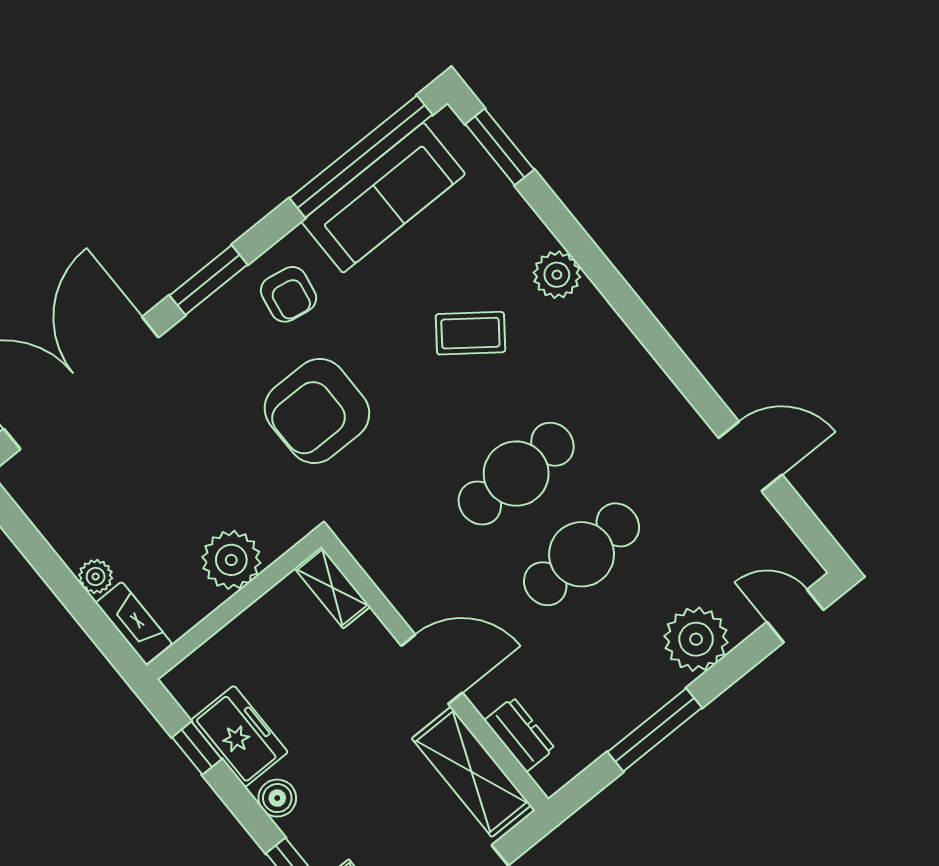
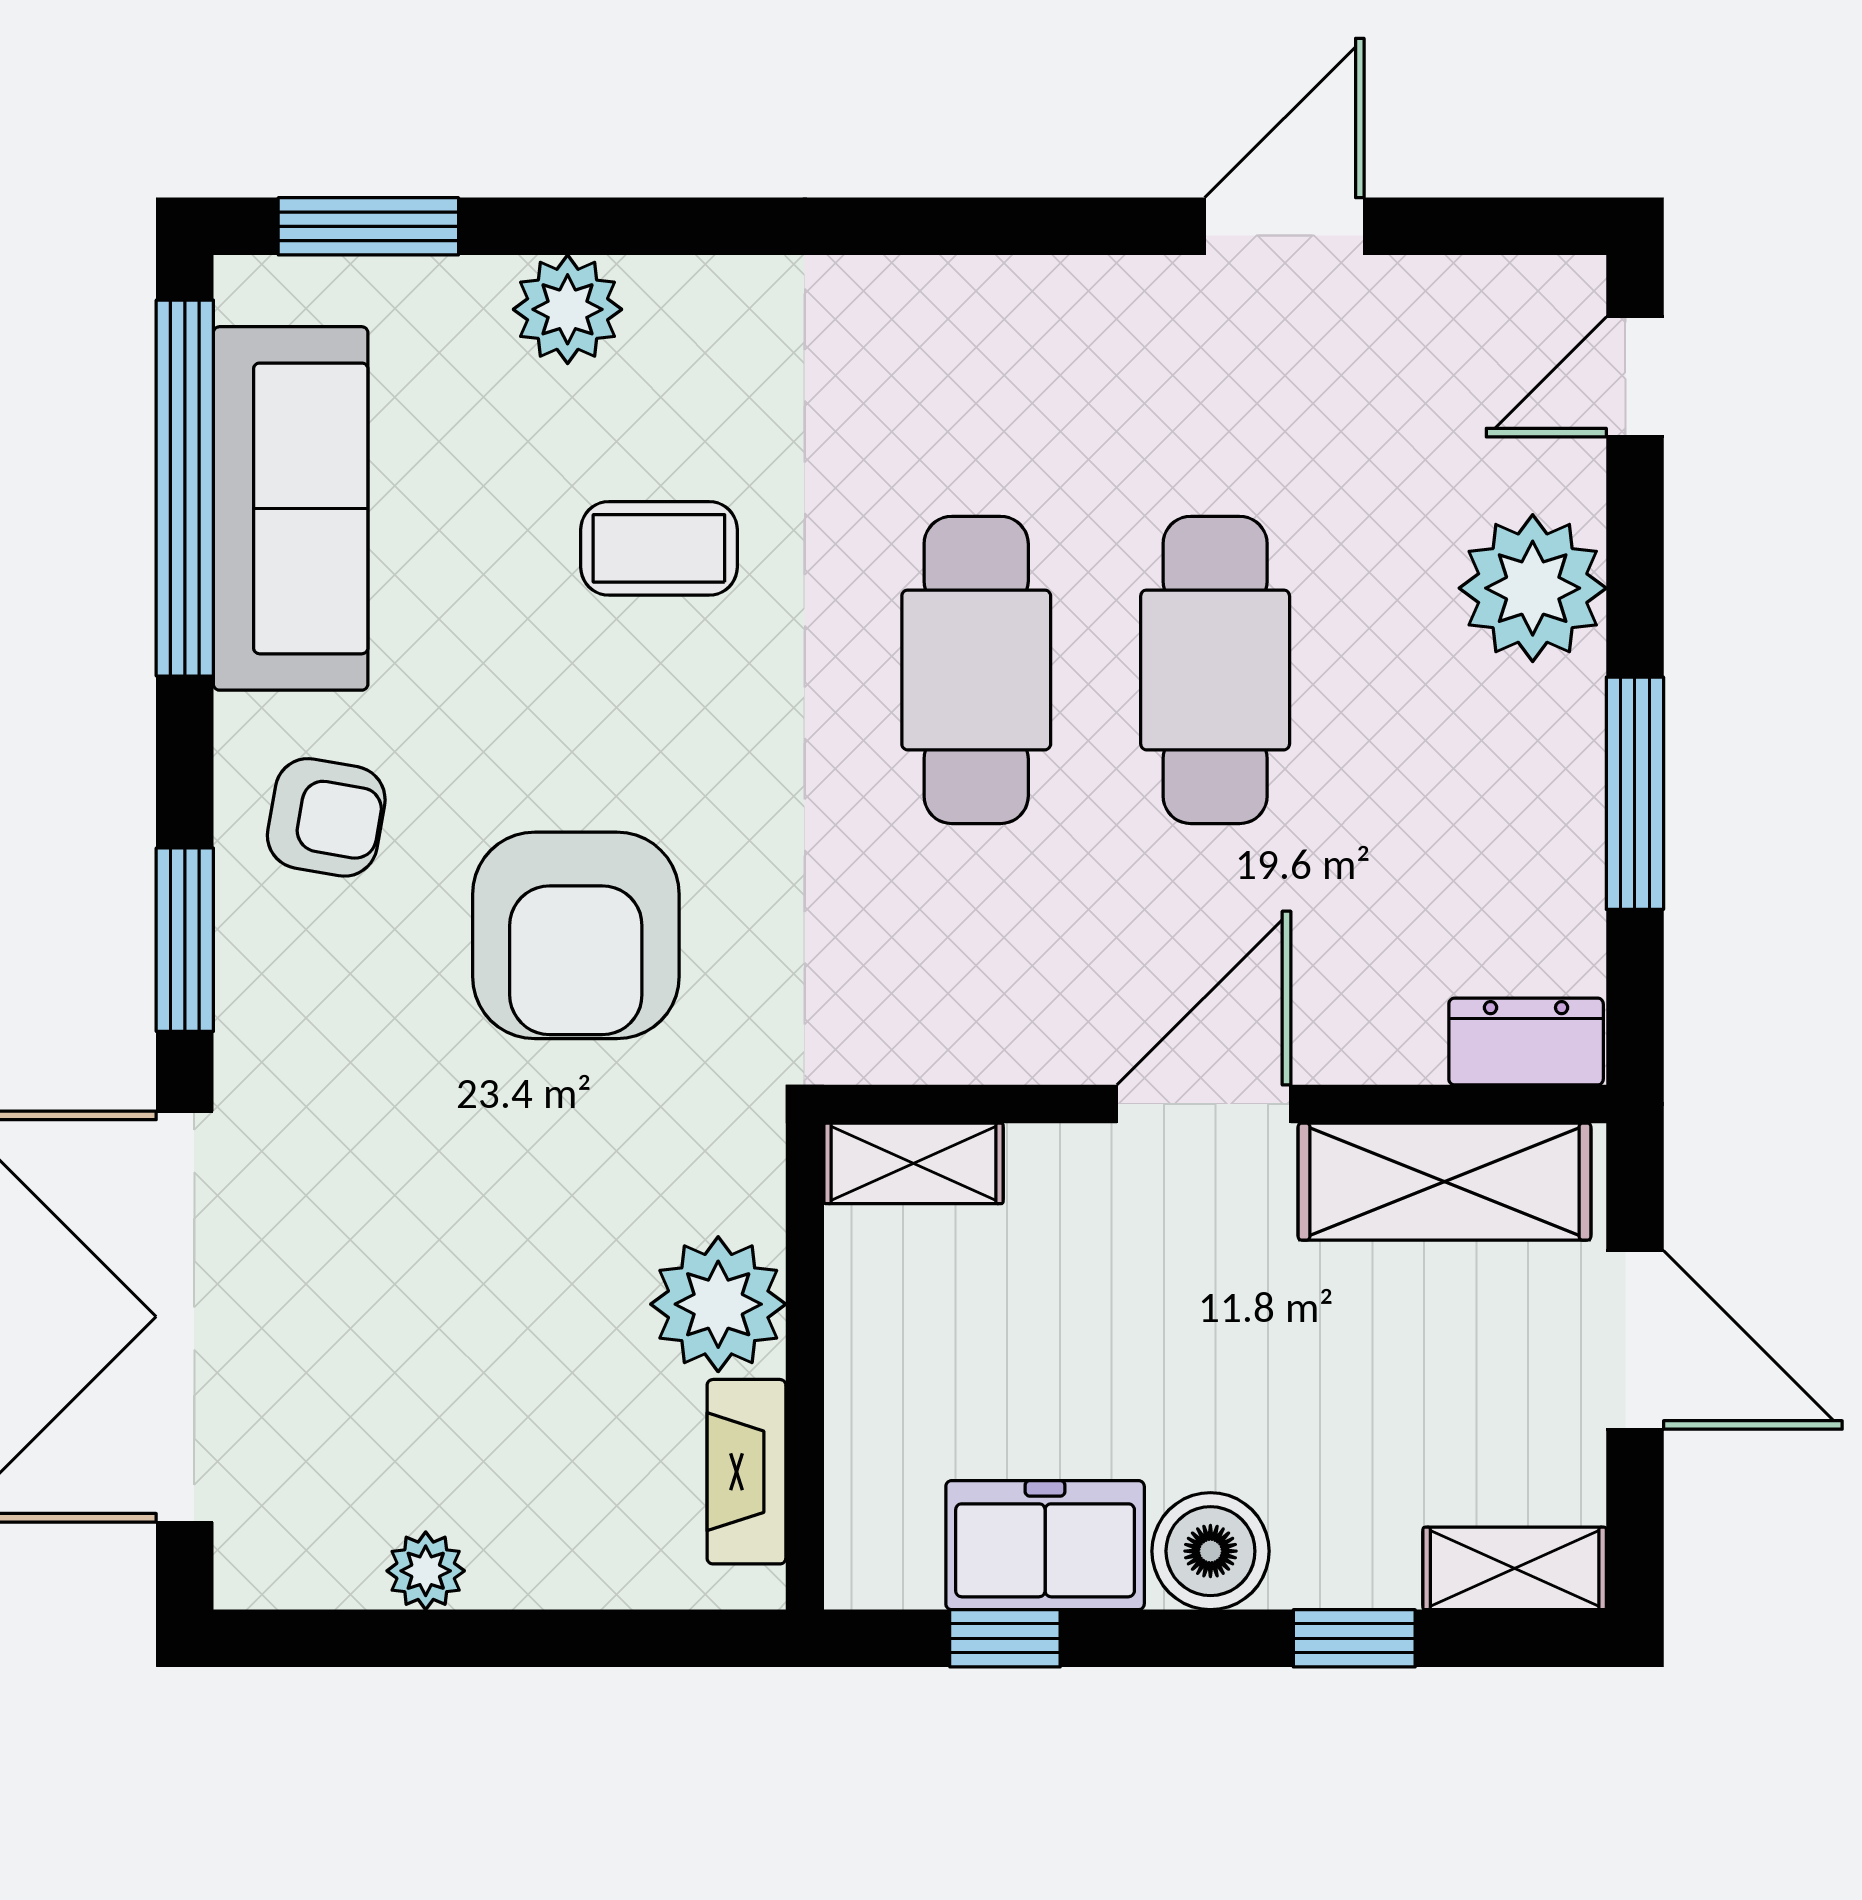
plant: (557, 275) -> (568, 309), moved
coffee table: (470, 333) -> (659, 548), turned 53
plant: (96, 576) -> (426, 1571), moved
fireplace: (134, 623) -> (746, 1472), moved, turned -90
dresser: (520, 735) -> (1526, 1042), moved
boiler: (277, 798) -> (1210, 1551), width x1.36, depth x1.36

